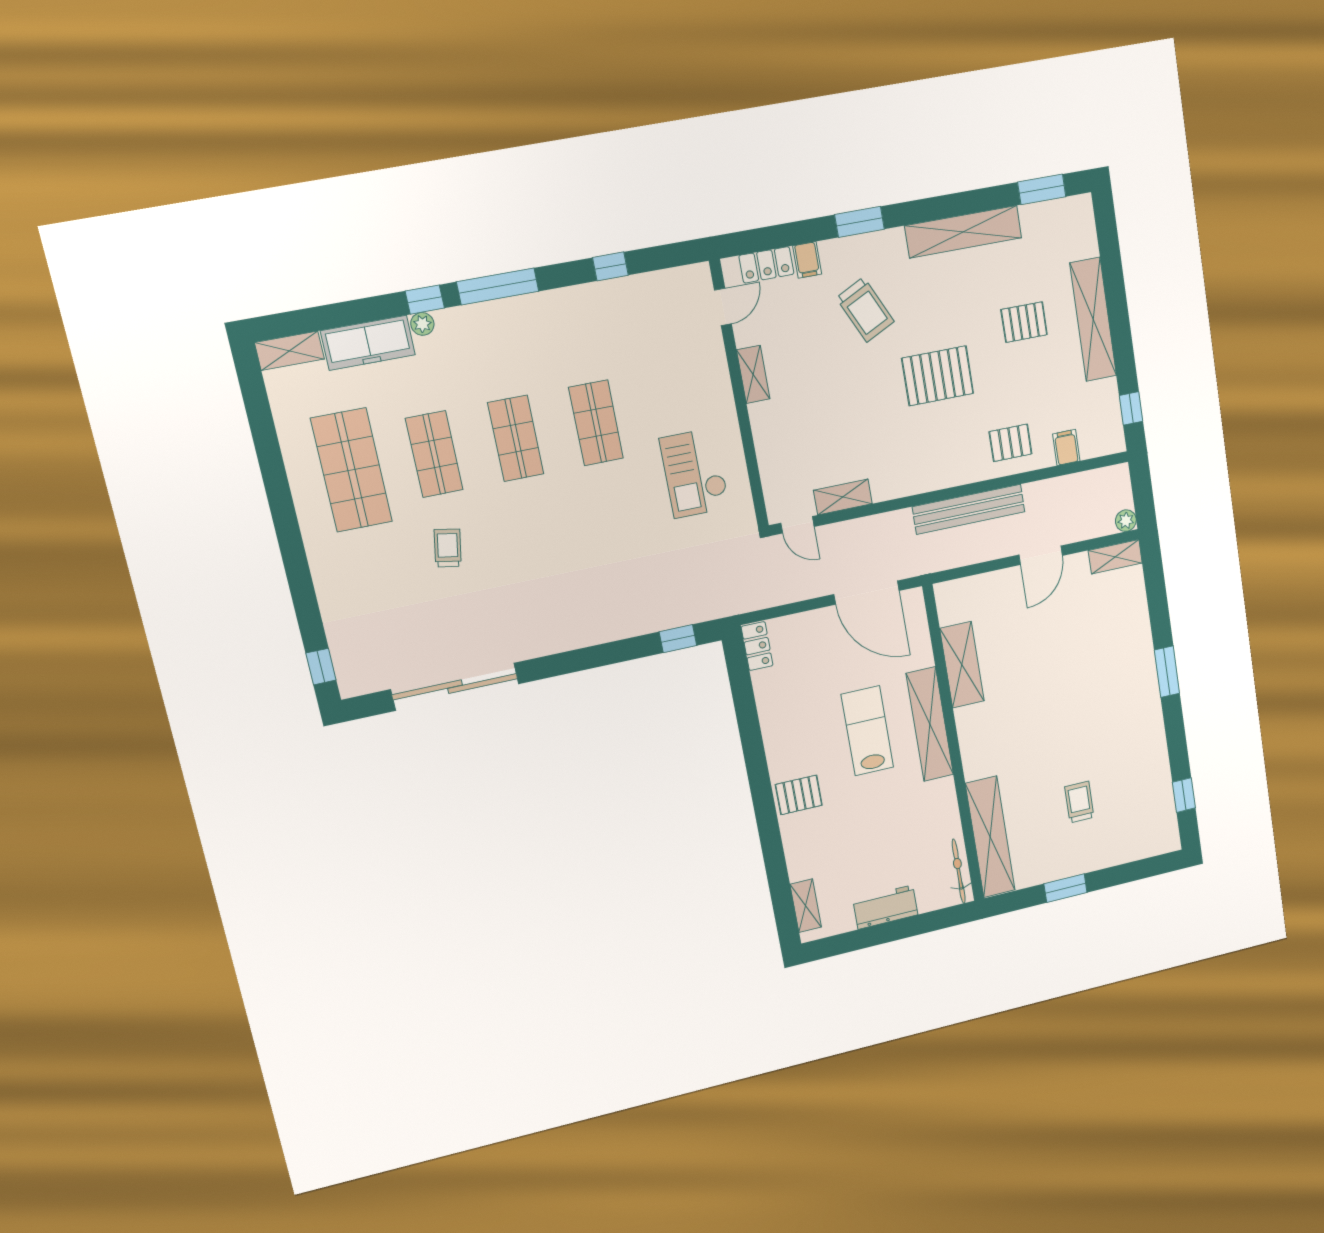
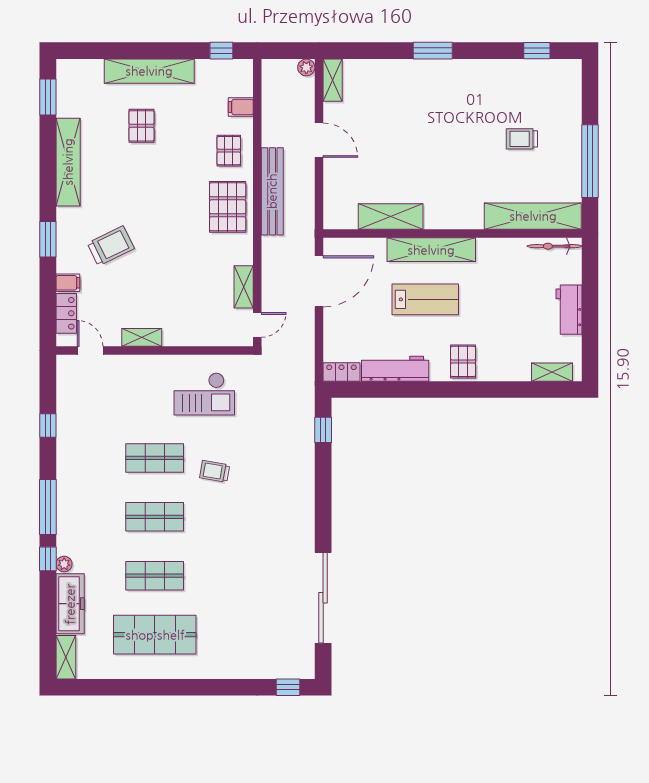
pallet: (938, 376) -> (228, 207), moved
trolley: (448, 548) -> (215, 471), moved
workbench: (774, 713) -> (395, 369), added
lab bench: (867, 731) -> (425, 299), turned 180
window: (1065, 888) -> (590, 161), width x2.11

